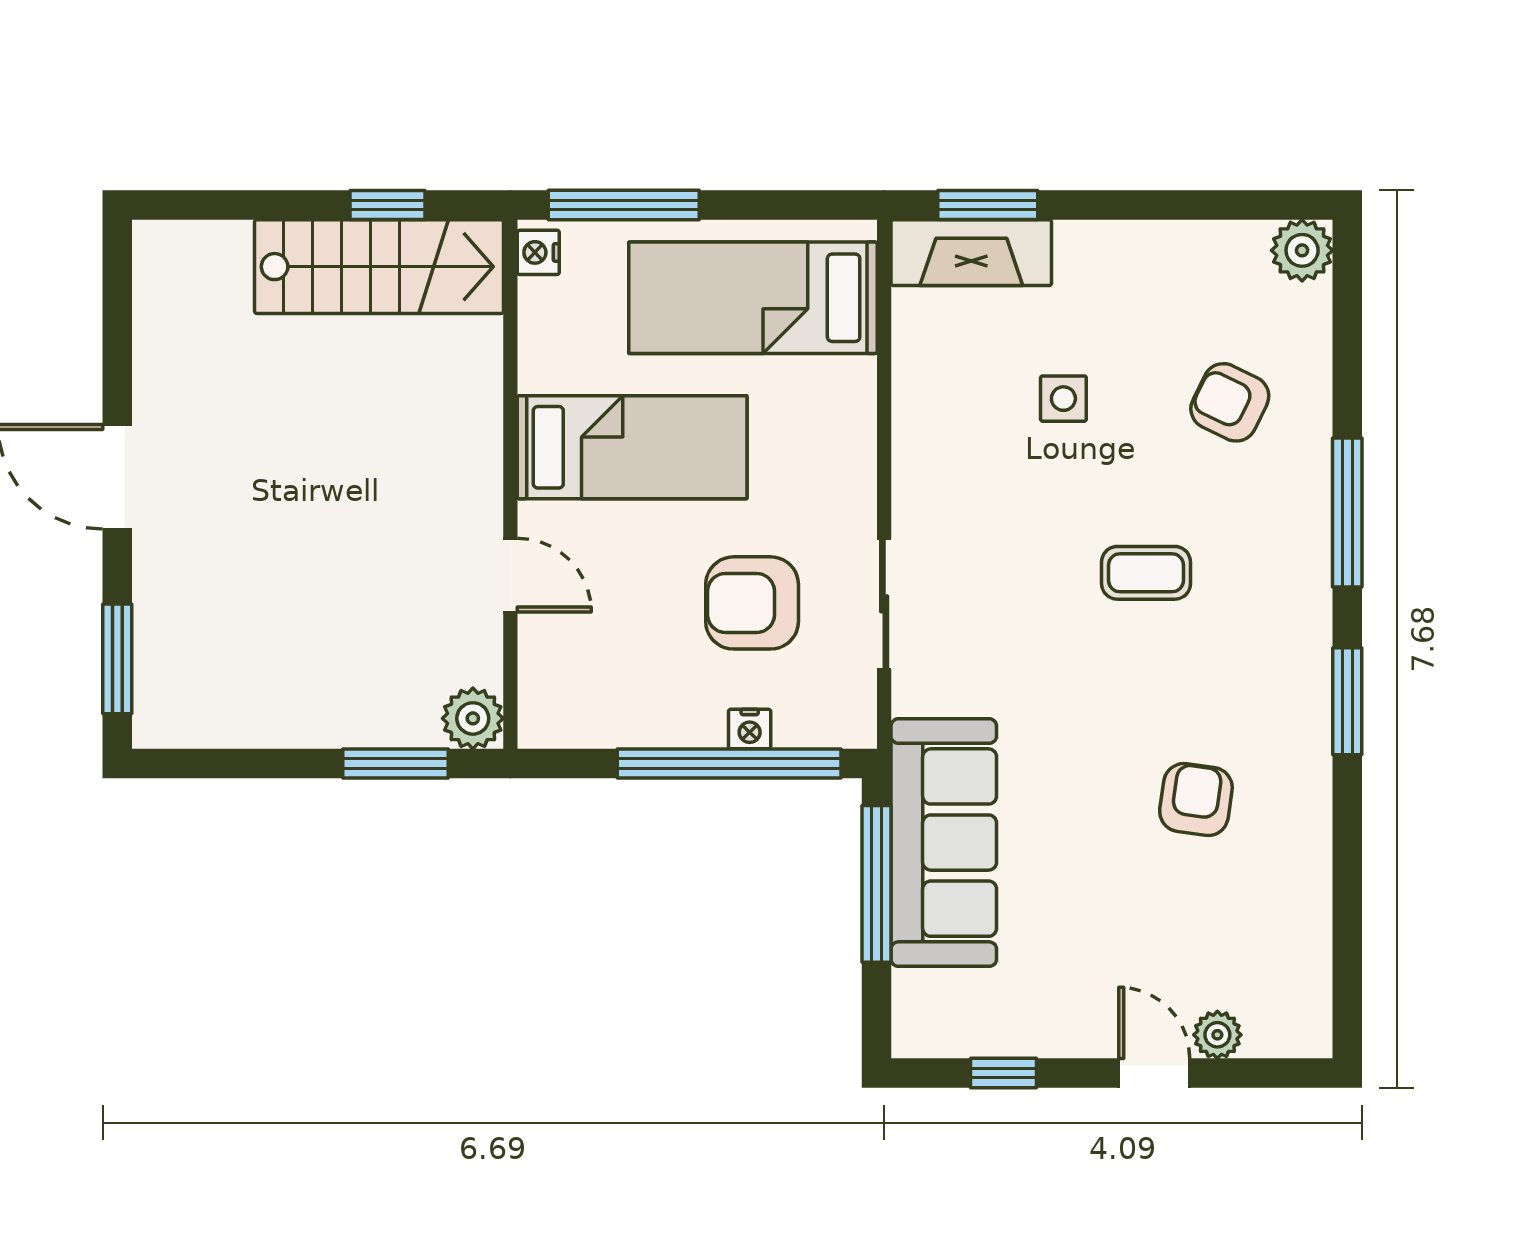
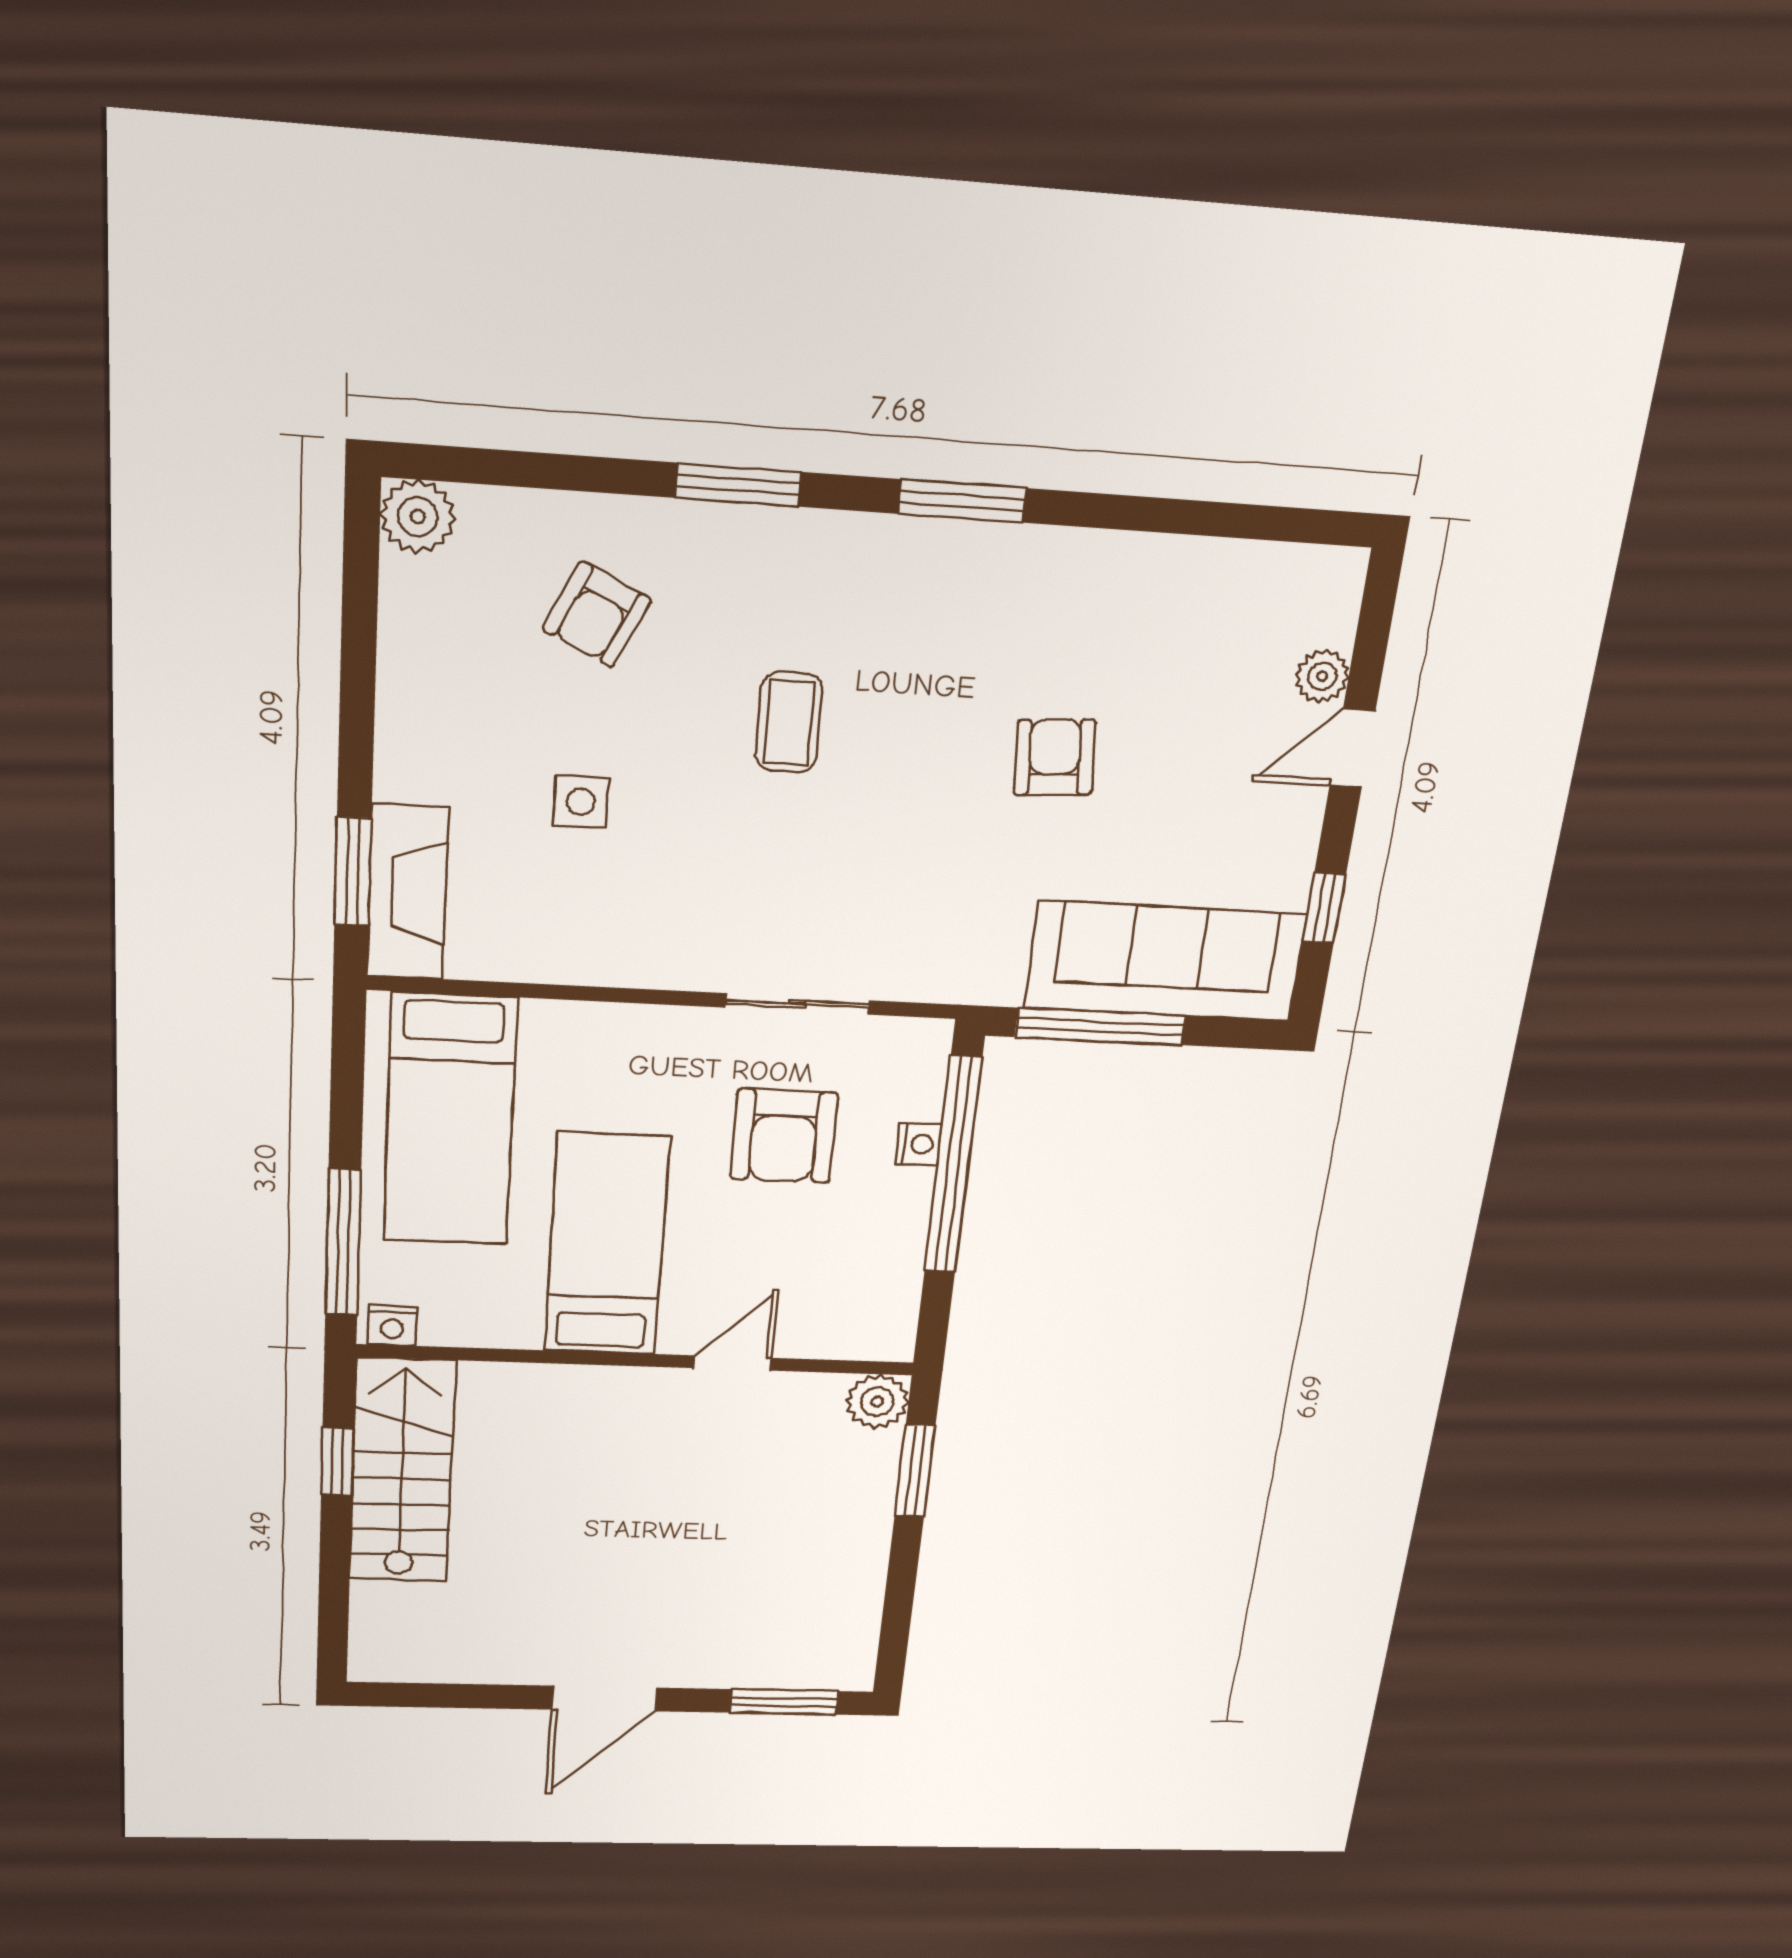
window: (1347, 512) -> (738, 485), width x0.69
armchair: (1196, 800) -> (1055, 757), moved, turned 78
sofa: (944, 843) -> (1165, 961), moved

